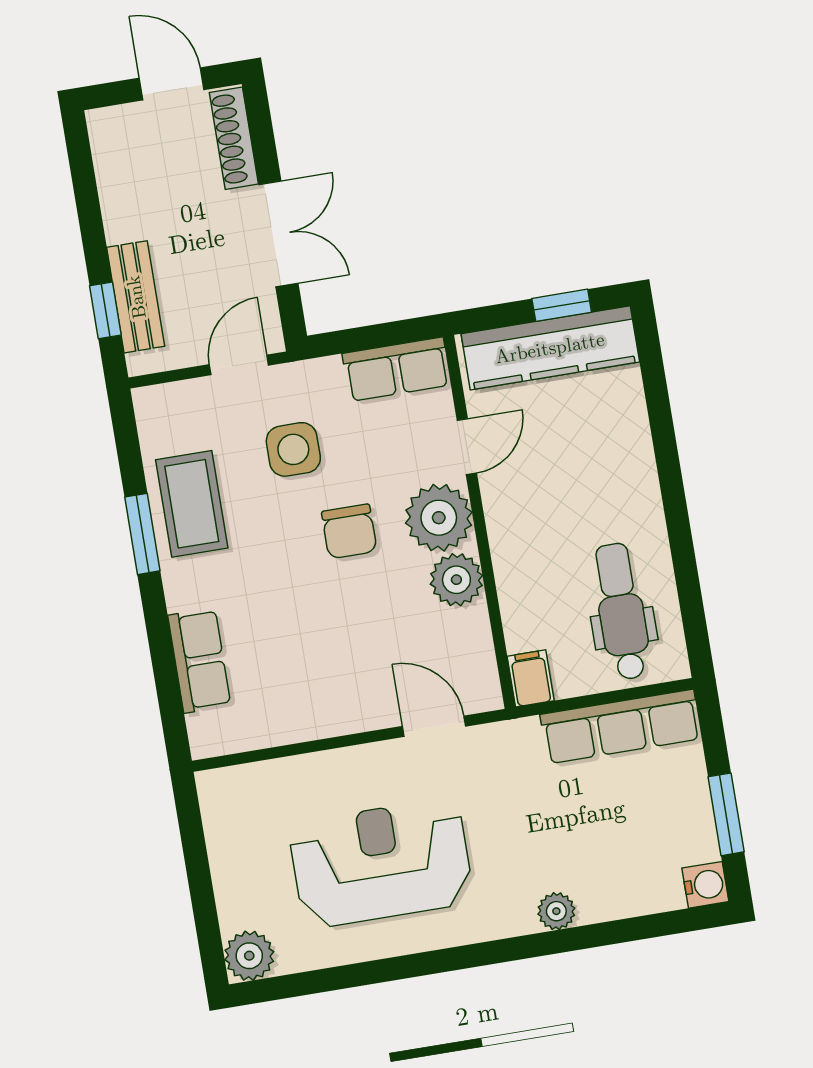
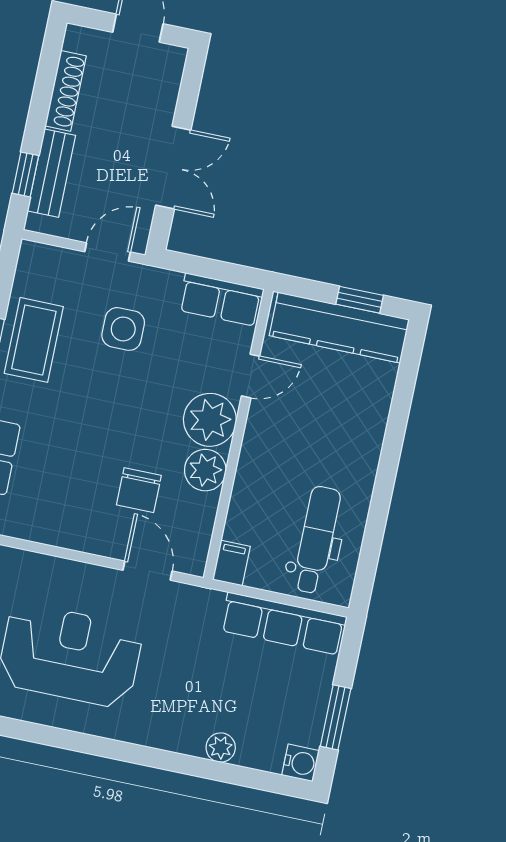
shoe rack: (234, 138) -> (66, 91), moved, turned 180
chair: (349, 531) -> (139, 490), moved
plant: (556, 911) -> (221, 748), moved

